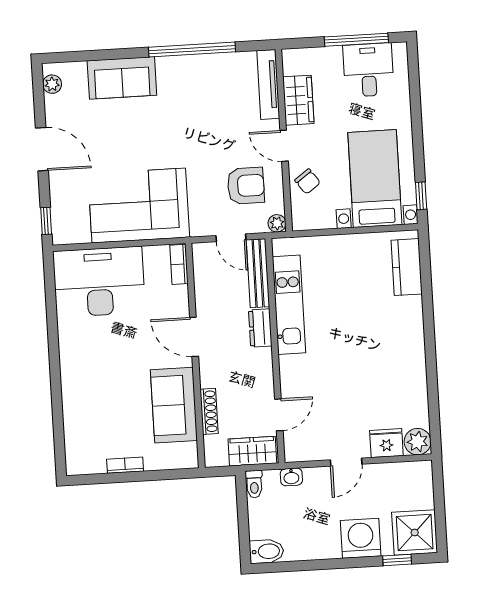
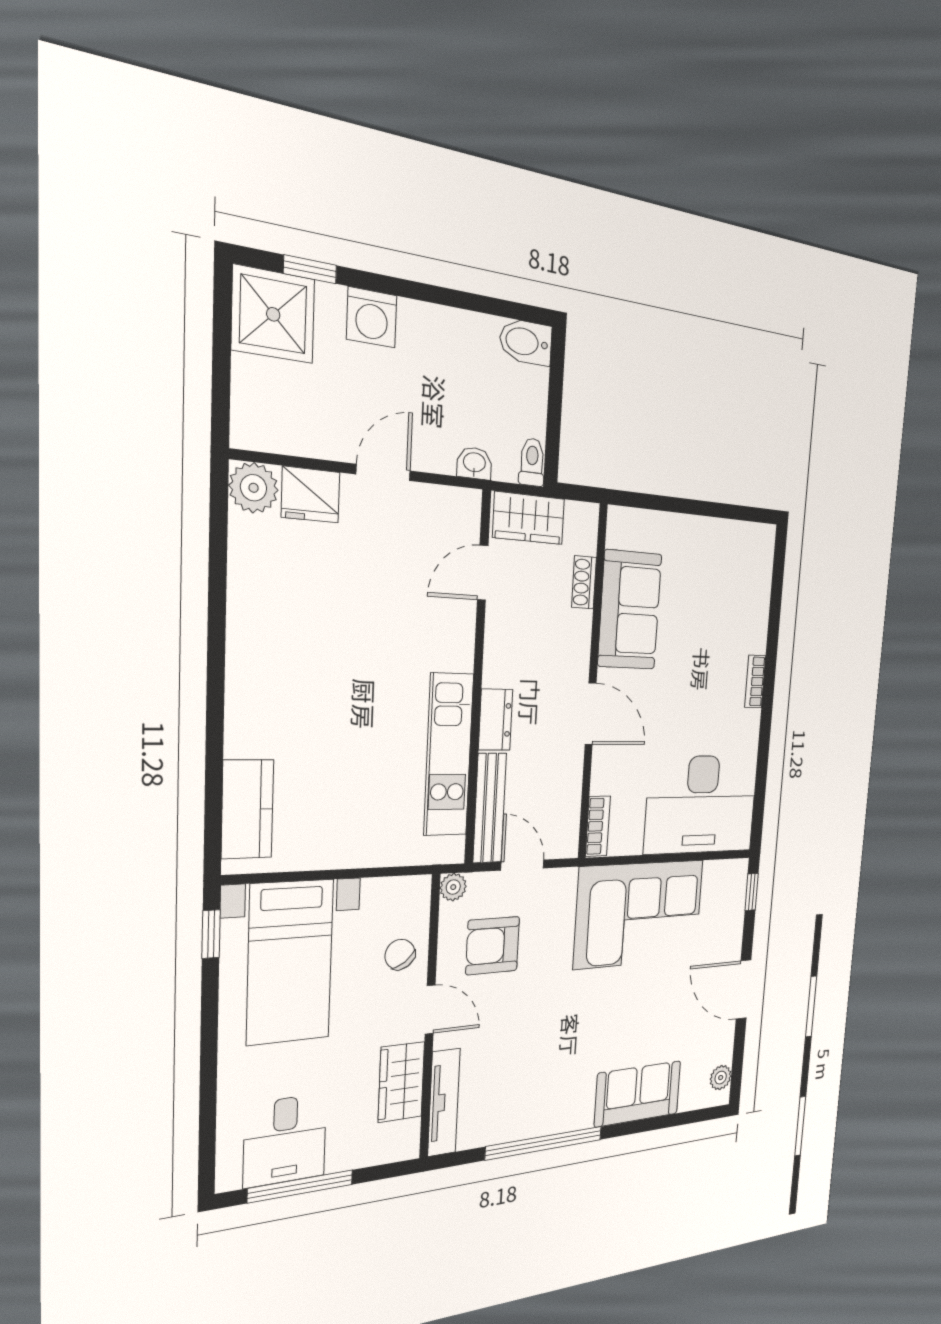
shoe rack: (209, 411) -> (584, 582), width x0.70
bookcase: (125, 465) -> (755, 681), moved, turned 90
washing machine: (361, 538) -> (372, 317), width x0.73, depth x0.73

